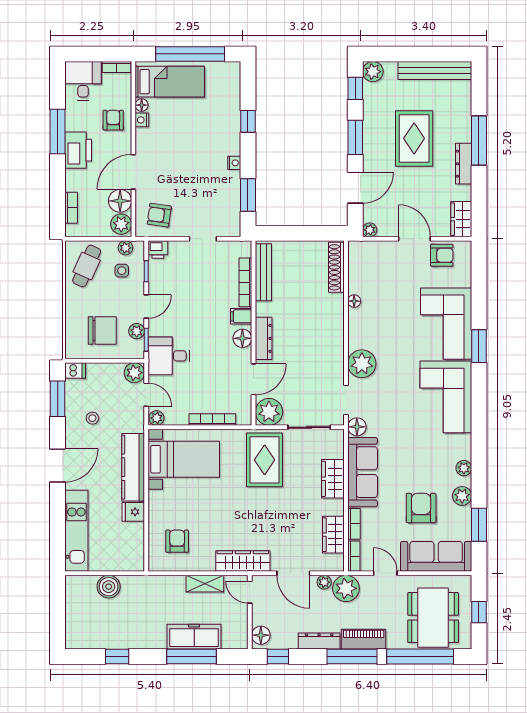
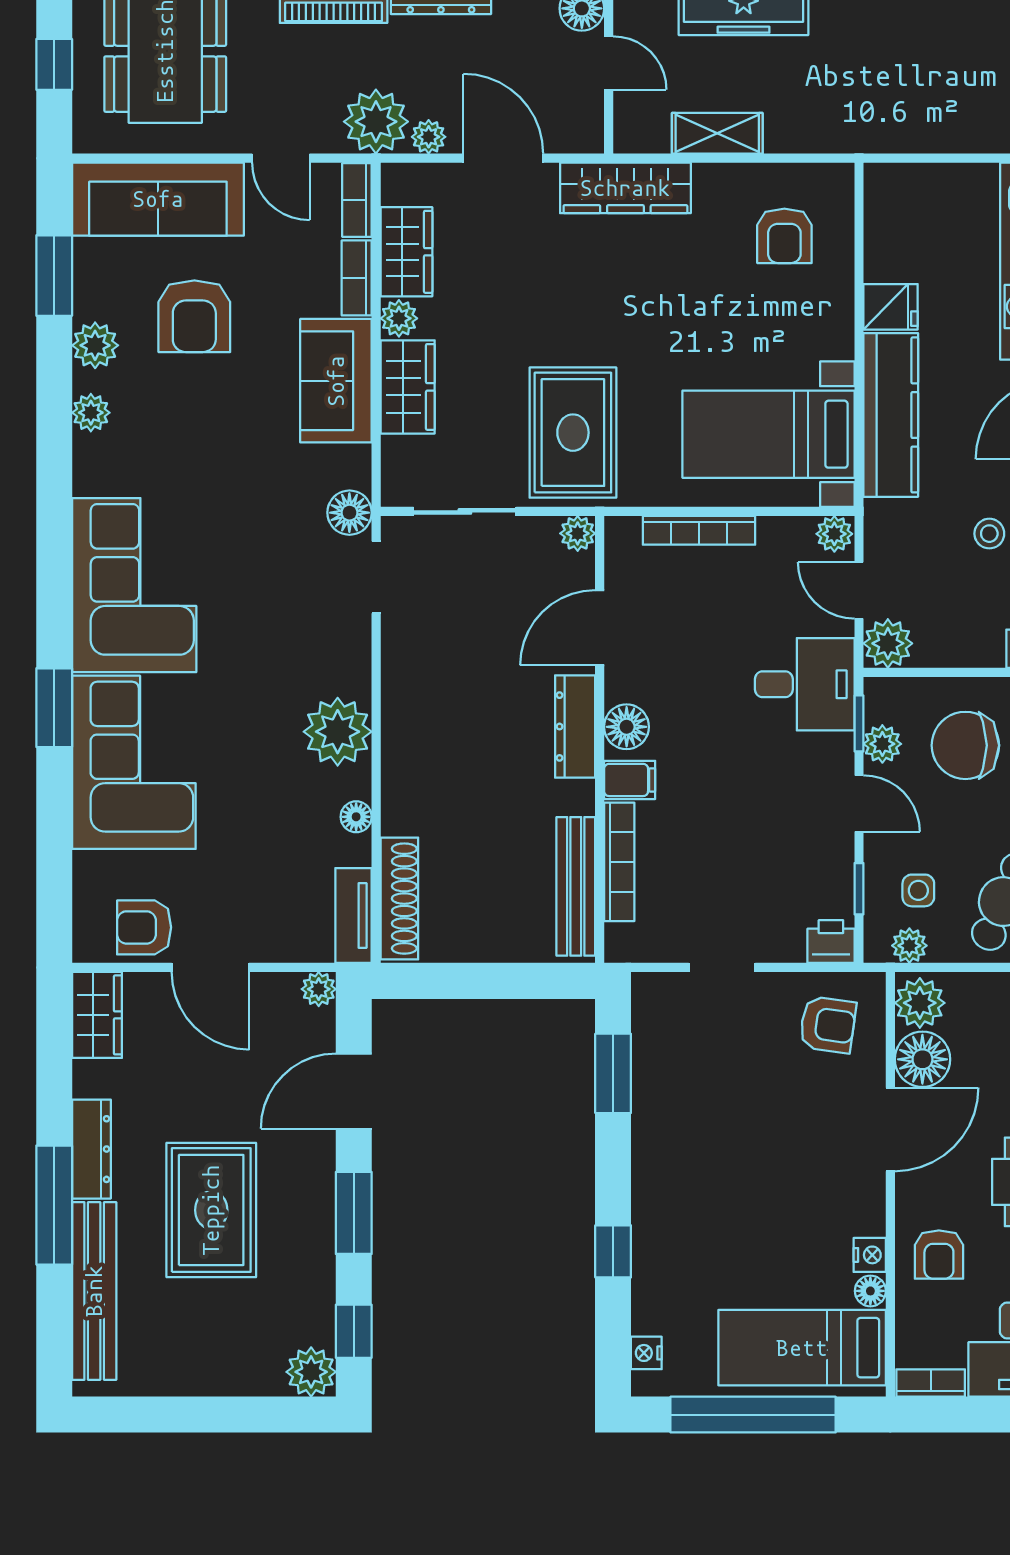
bench: (435, 70) -> (94, 1291), moved, turned 90
nightstand: (234, 163) -> (646, 1353), moved
tv unit: (355, 260) -> (353, 916), added
door: (146, 307) -> (859, 804), swing flipped
plant: (362, 364) -> (338, 732), moved
plant: (269, 412) -> (578, 533), width x0.53, depth x0.53
sofa: (363, 472) -> (336, 381), width x0.73
plant: (336, 507) -> (399, 318), added
boiler: (109, 587) -> (950, 126), removed
door: (250, 592) -> (609, 63), moved

